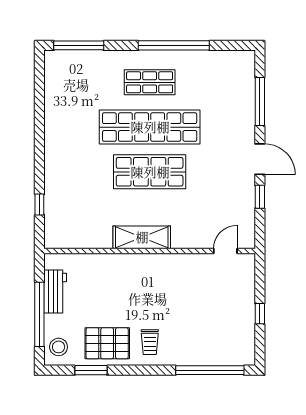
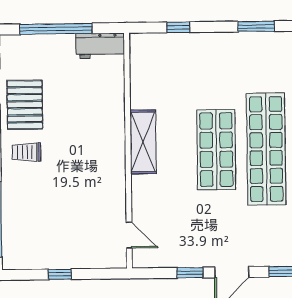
window: (39, 135) -> (256, 26), added
workbench: (55, 291) -> (100, 46), moved
stool: (59, 347) -> (20, 51), removed

